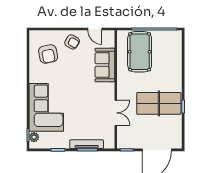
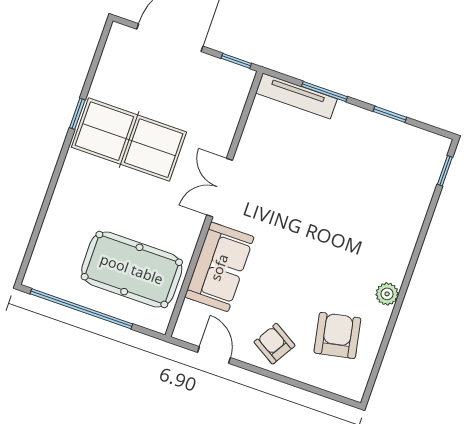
pool table: (140, 52) -> (132, 269), turned 90
corner sofa: (46, 107) -> (383, 218), removed
double door: (116, 113) -> (220, 188), moved
plant: (34, 137) -> (387, 294), moved
tv unit: (87, 144) -> (296, 96), moved

